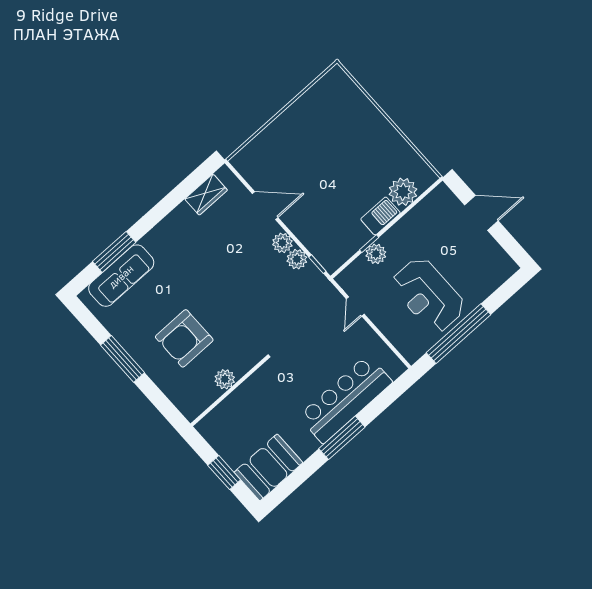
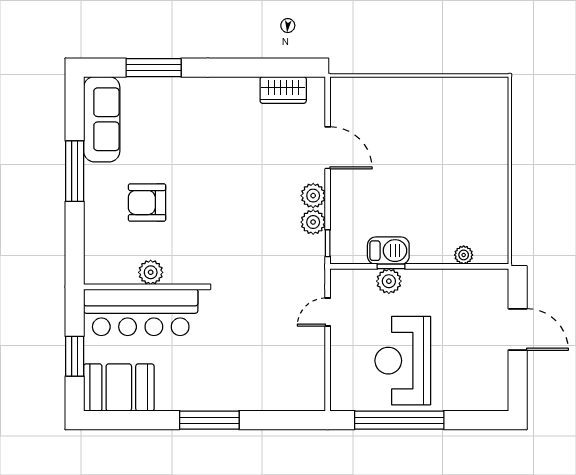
plant: (403, 192) -> (464, 255), width x0.53, depth x0.53
barbecue: (380, 216) -> (388, 251), moved
sofa: (121, 276) -> (102, 119), moved, turned -90
armchair: (184, 338) -> (147, 203), width x0.73, depth x0.73
bar counter: (345, 399) -> (141, 312), moved, turned 180

